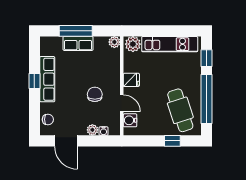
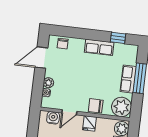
plant: (114, 42) -> (121, 107), width x1.88, depth x1.88
row of seats: (47, 79) -> (99, 47), width x0.68
window: (34, 81) -> (118, 38), moved
chair: (95, 94) -> (96, 106), moved, turned 180

